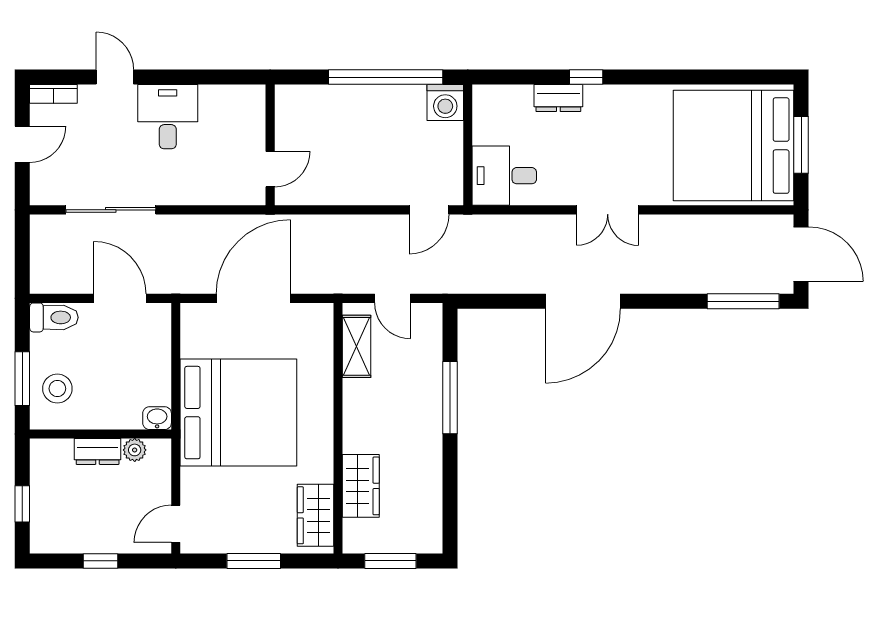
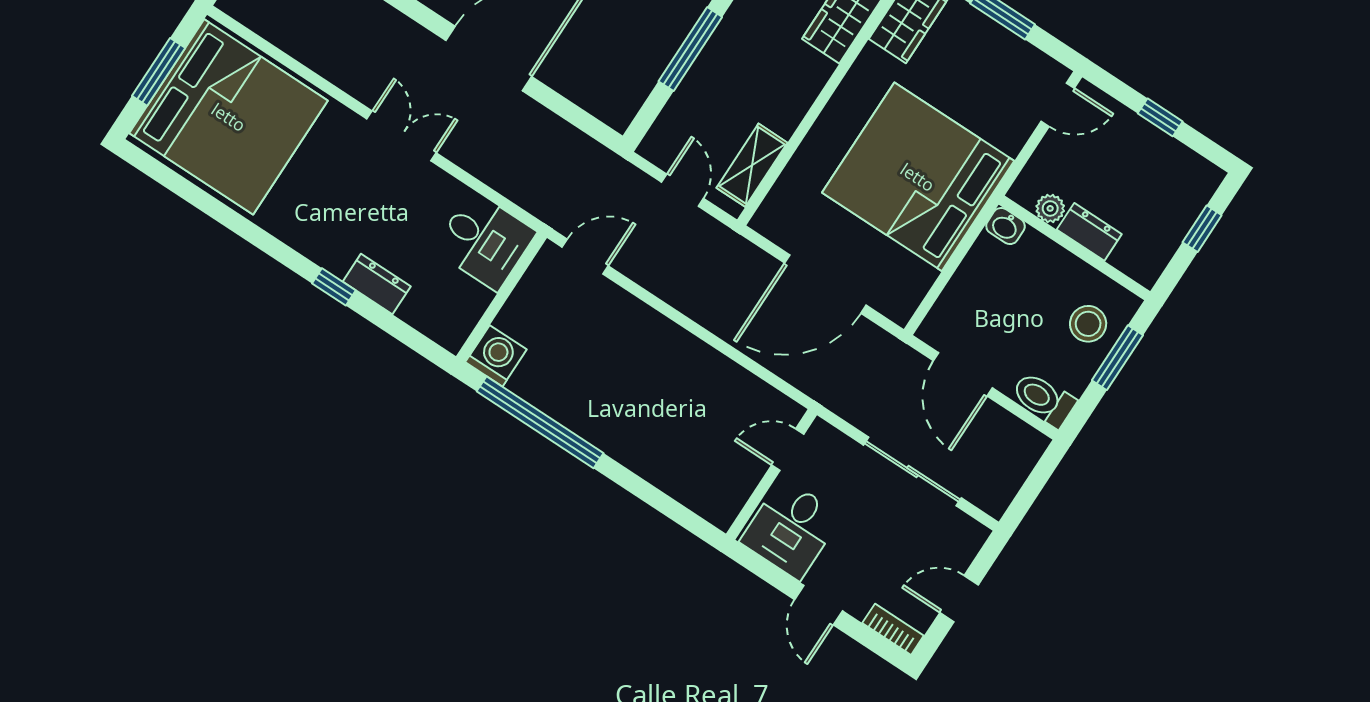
wall: (270, 145) -> (771, 474), moved
door: (270, 169) -> (788, 450), moved

